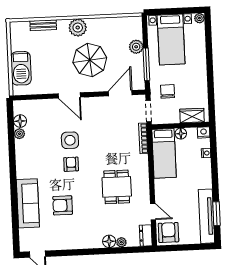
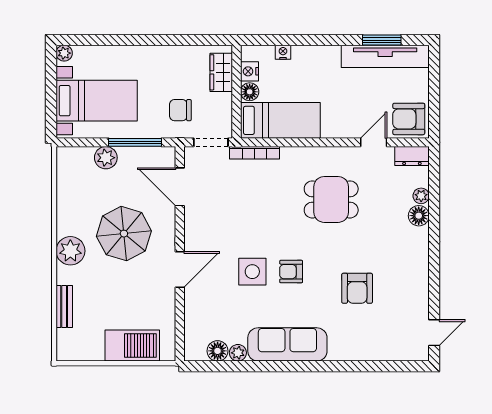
nightstand: (204, 132) -> (249, 71), moved
sofa: (28, 203) -> (287, 344), moved

